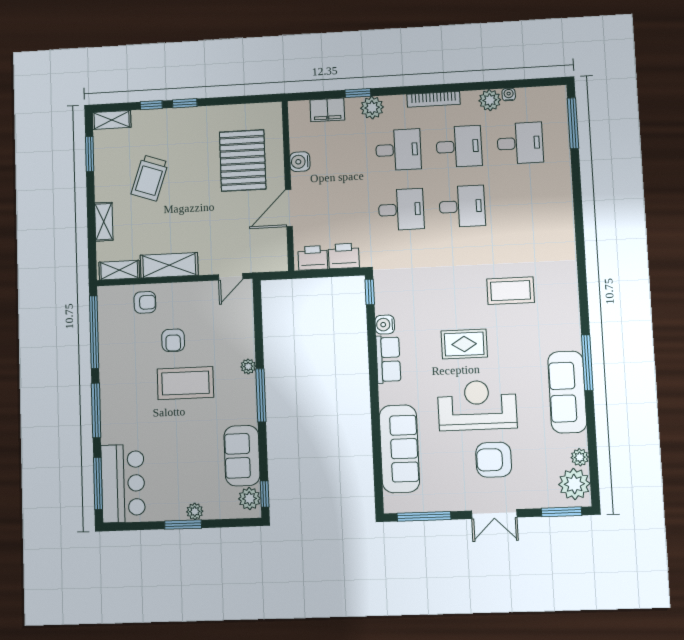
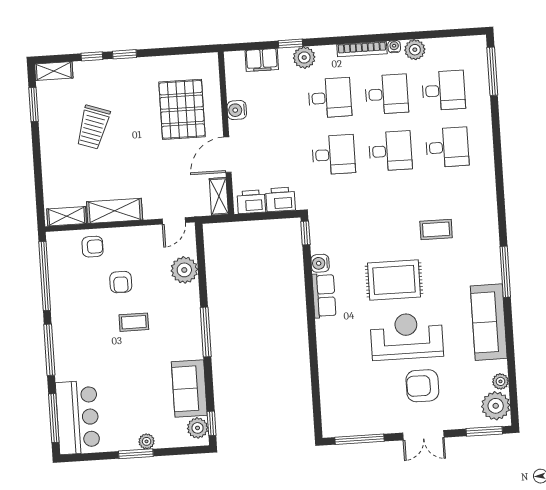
water cooler: (509, 95) -> (394, 47), moved
desk: (523, 203) -> (447, 147), added
shelving: (104, 222) -> (219, 196), moved
coffee table: (511, 291) -> (436, 229), width x0.73, depth x0.77
rug: (464, 344) -> (394, 280), width x1.36, depth x1.43
window: (587, 363) -> (505, 272), moved
plant: (248, 366) -> (184, 270), moved, width x1.87, depth x1.87
coffee table: (185, 383) -> (134, 322), width x0.54, depth x0.58
sofa: (399, 449) -> (336, 378), removed

